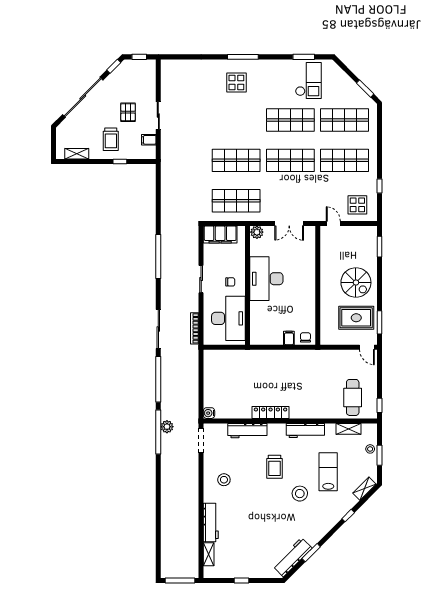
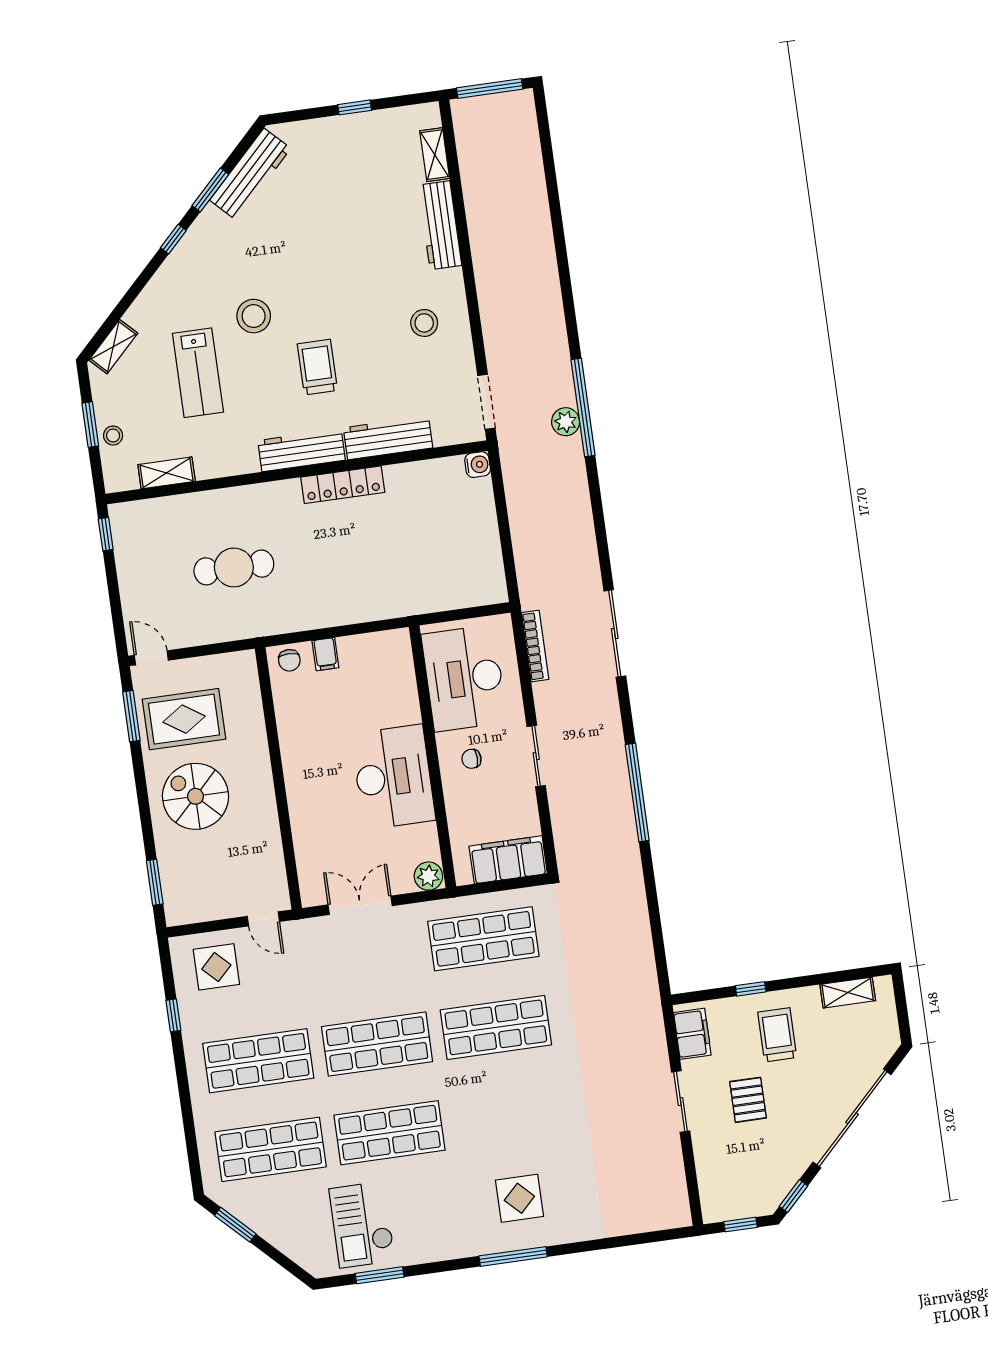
filing cabinet: (149, 140) -> (692, 1034), width x2.00
window: (158, 379) -> (599, 523), removed
cafe table: (353, 397) -> (234, 567), moved, turned 90
workbench: (305, 430) -> (302, 450), moved
window: (348, 516) -> (173, 239), moved

